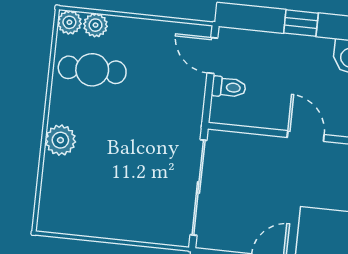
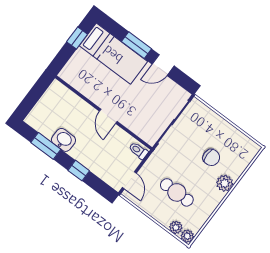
cafe table: (92, 70) -> (177, 192), moved
toilet: (229, 87) -> (138, 151), moved
chair: (106, 168) -> (211, 157), added

